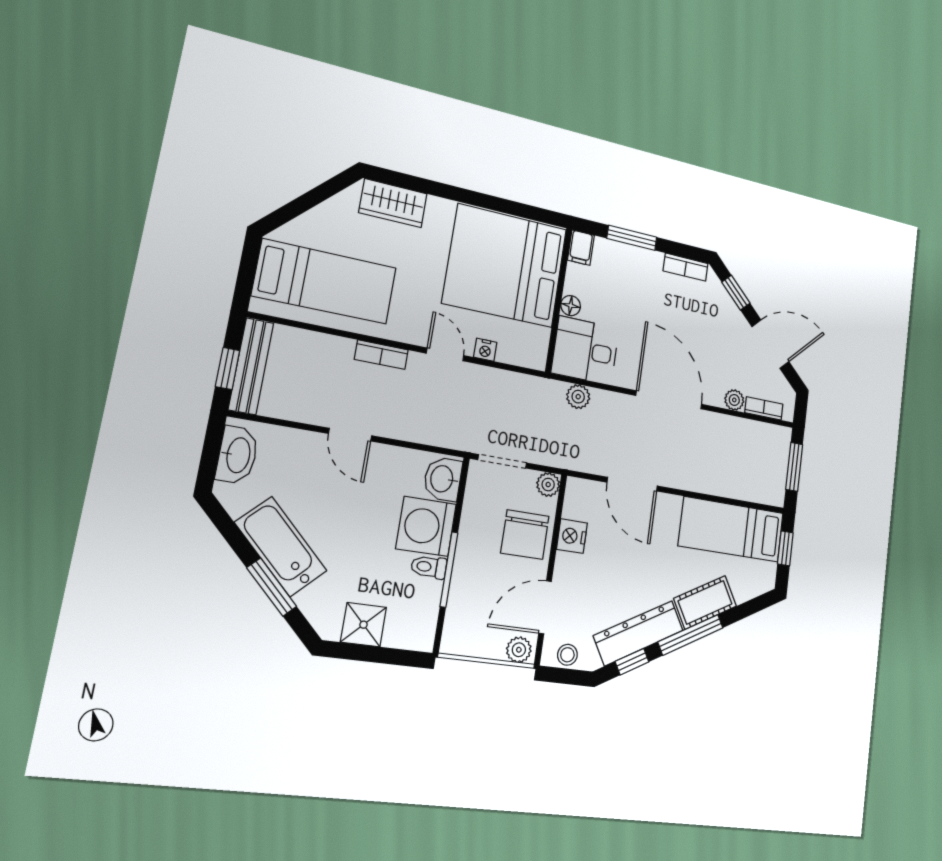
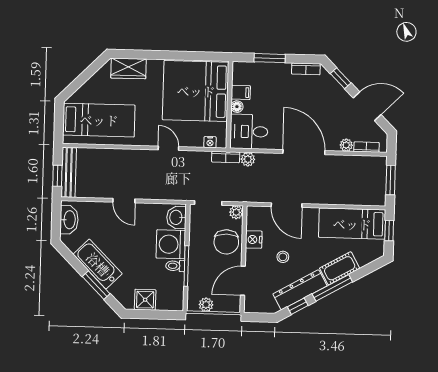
filing cabinet: (581, 248) -> (241, 92), moved, turned -90
nightstand: (485, 350) -> (210, 142), moved
bookcase: (381, 355) -> (226, 157), moved
plant: (519, 650) -> (206, 305), moved
stool: (567, 655) -> (283, 257), moved

